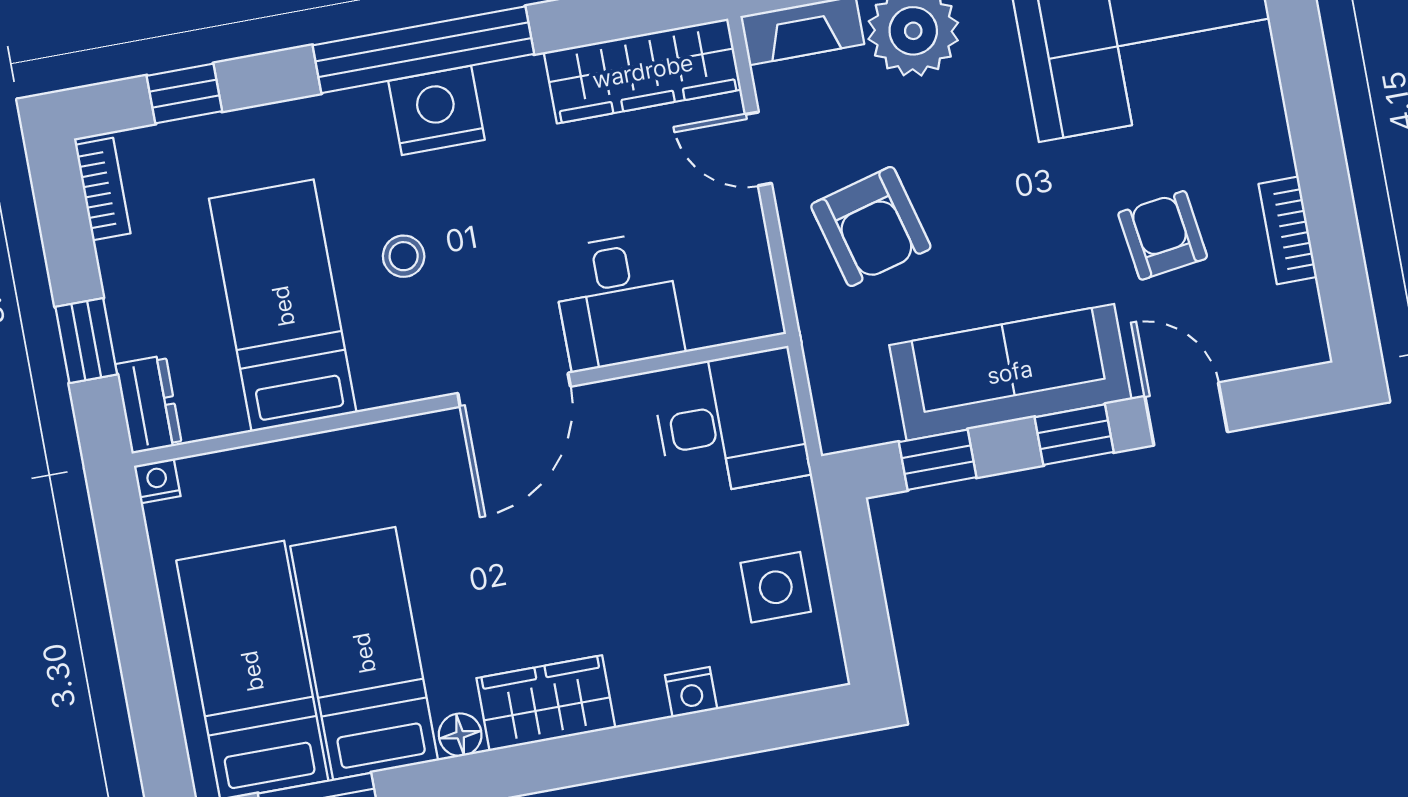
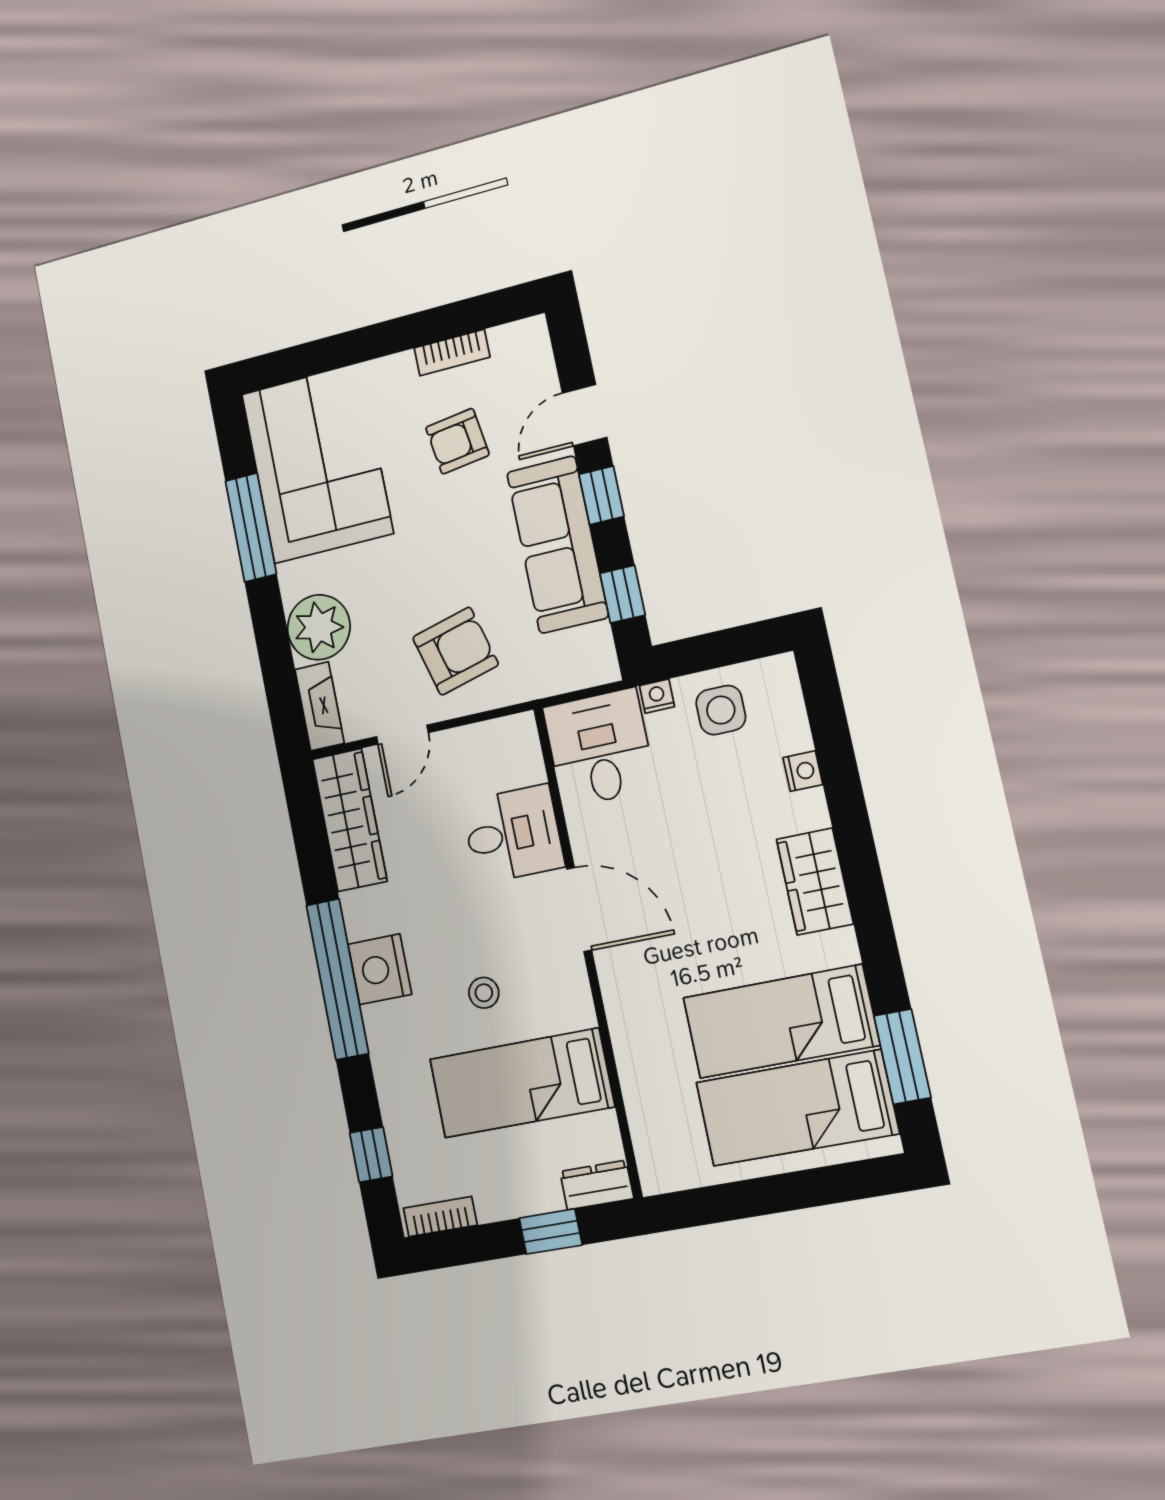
nightstand: (157, 481) -> (657, 696), moved, turned 90
floor lamp: (460, 735) -> (842, 947), removed

